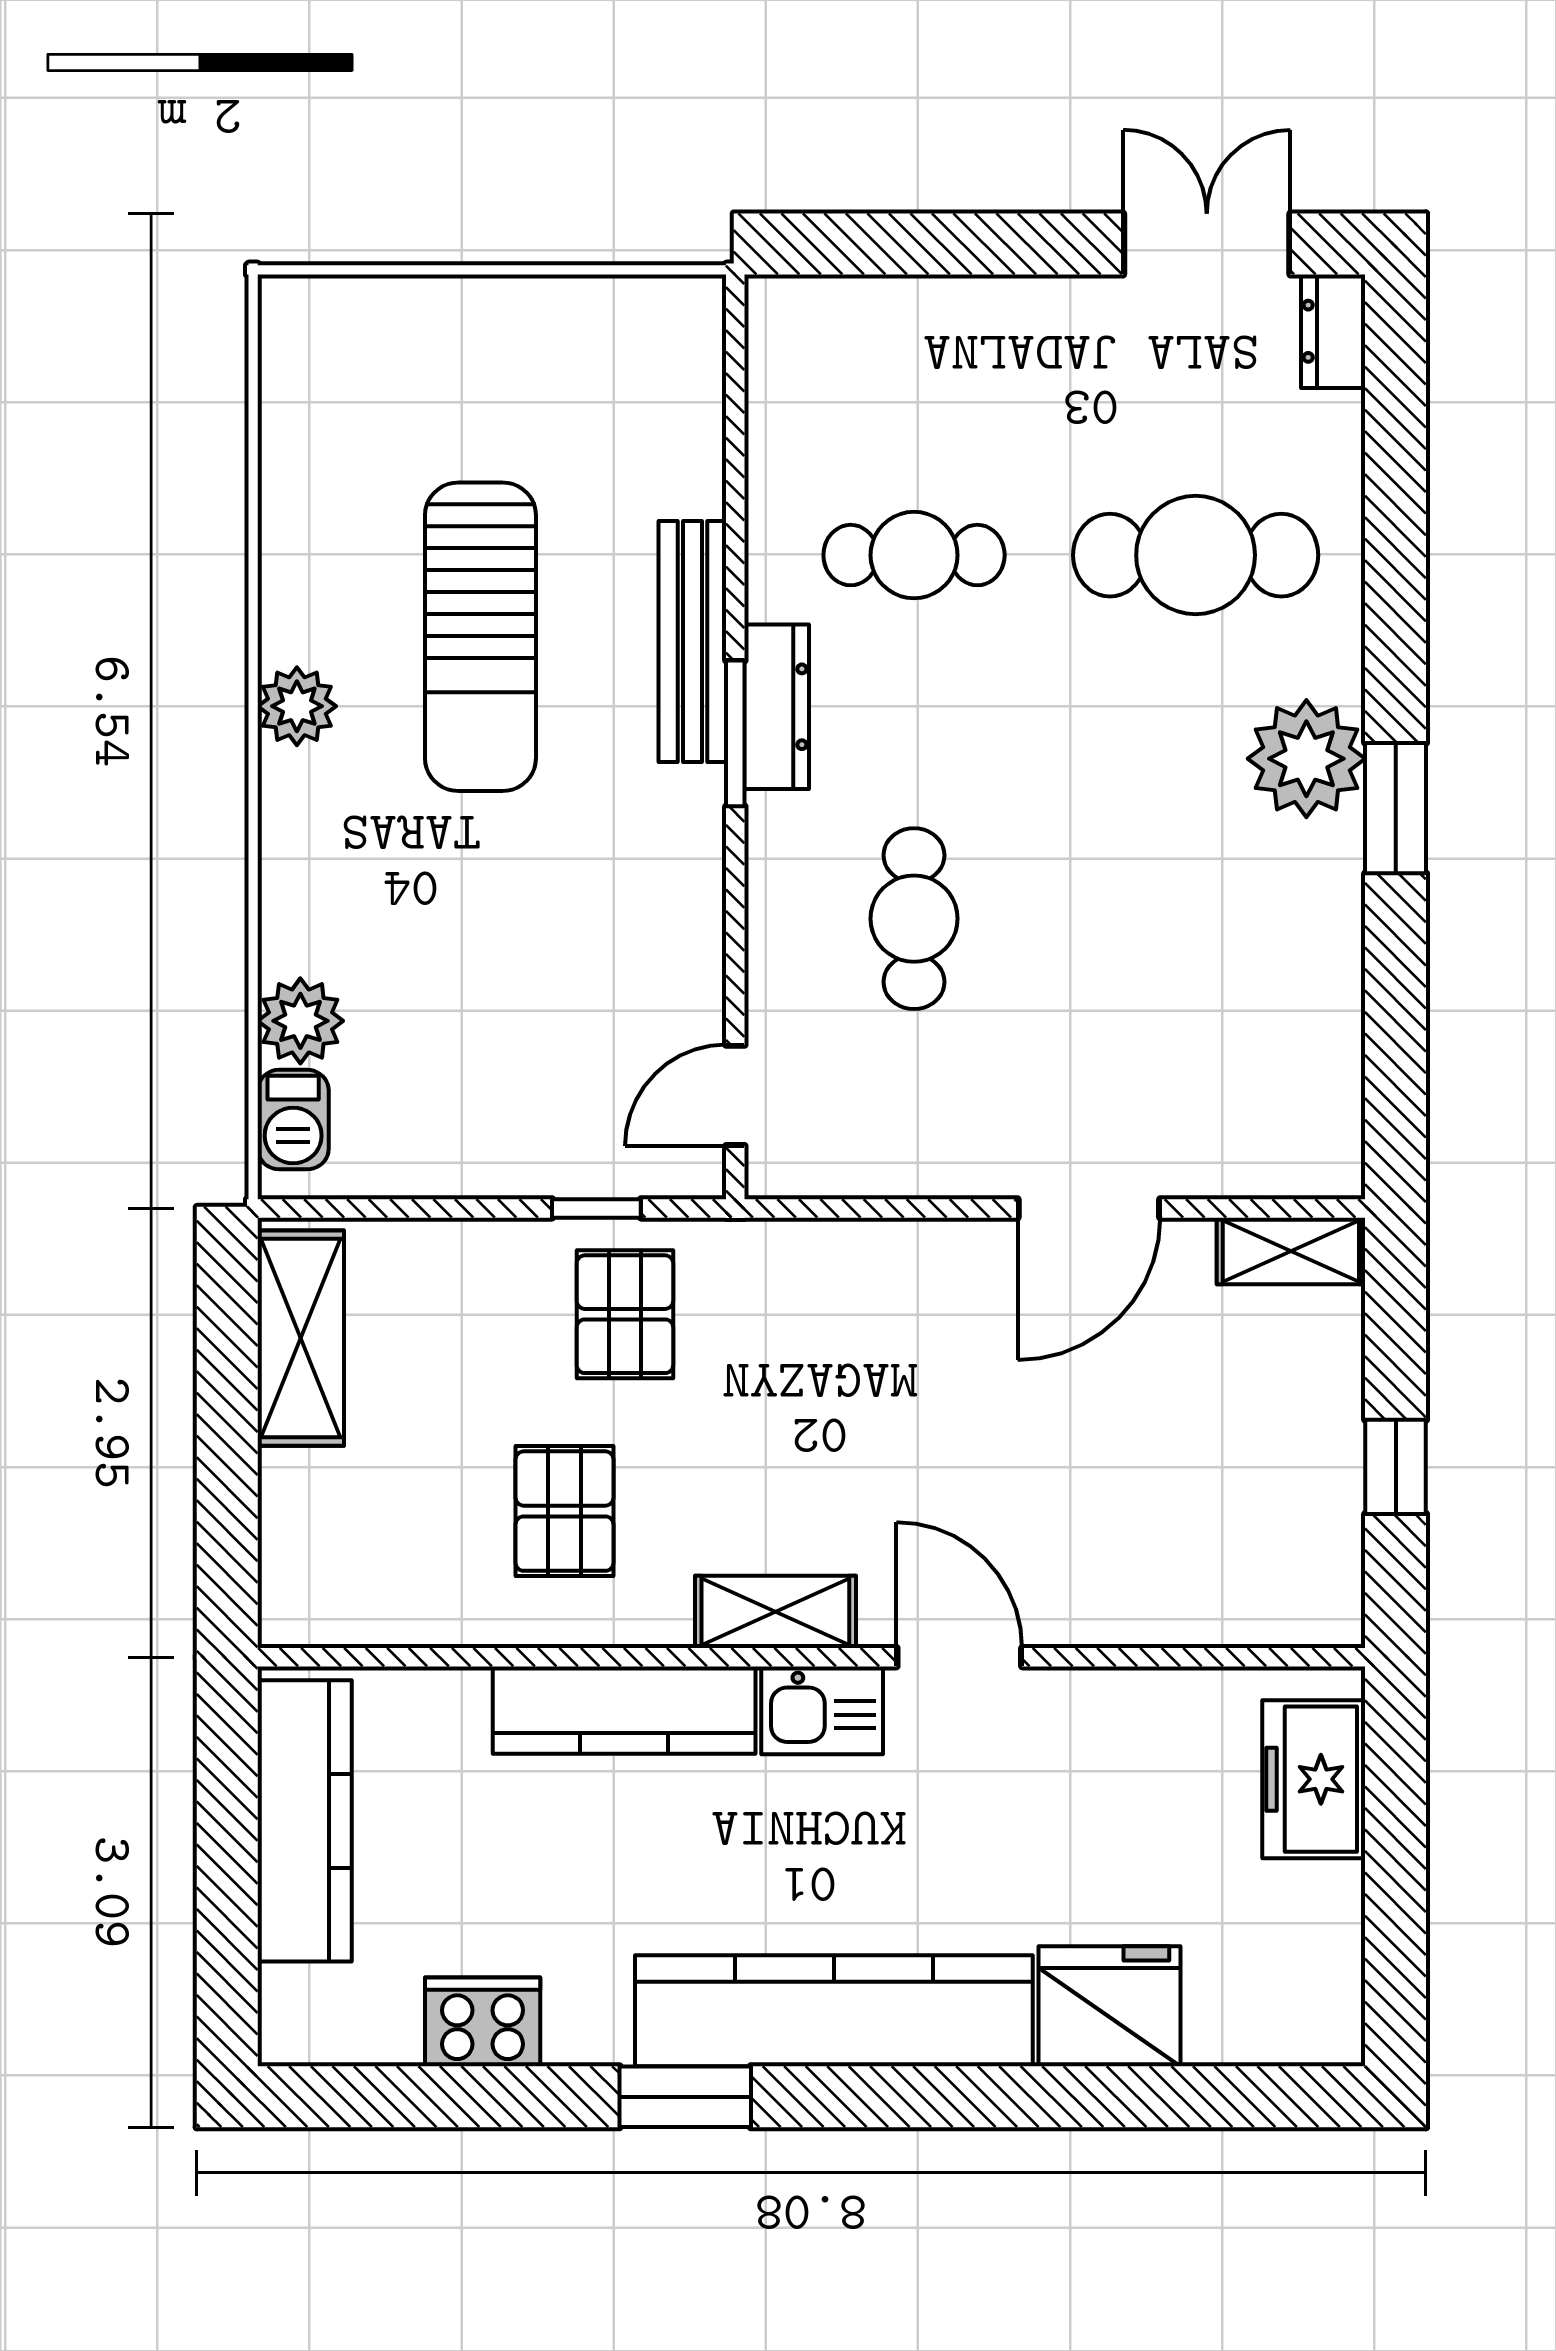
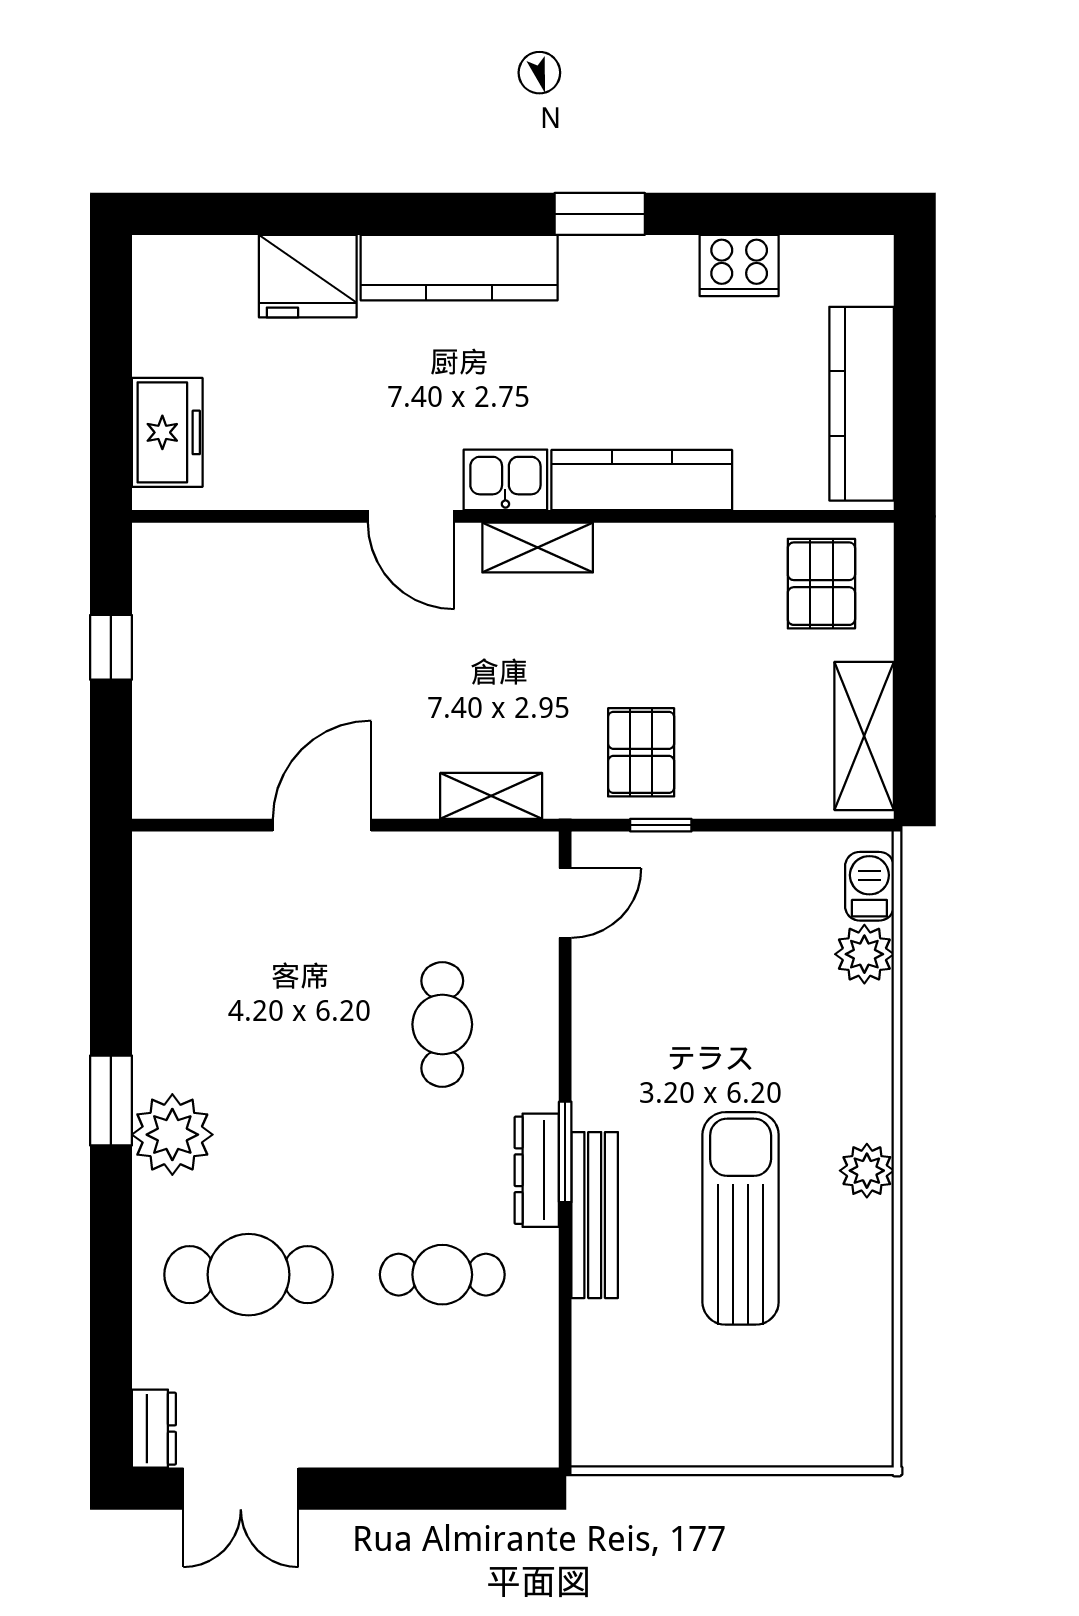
shelving: (1291, 1251) -> (491, 796), moved
pallet: (565, 1511) -> (821, 584), moved
kitchen counter: (834, 2011) -> (459, 268), width x0.72, depth x0.86

